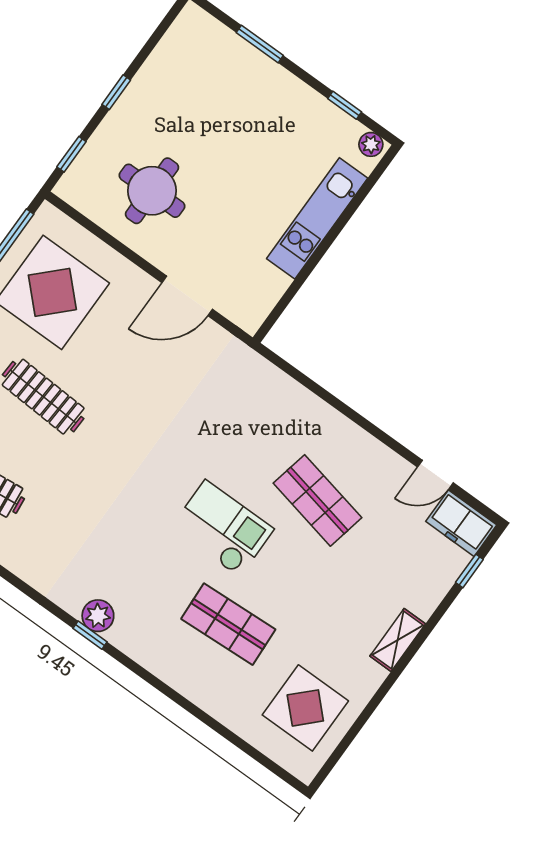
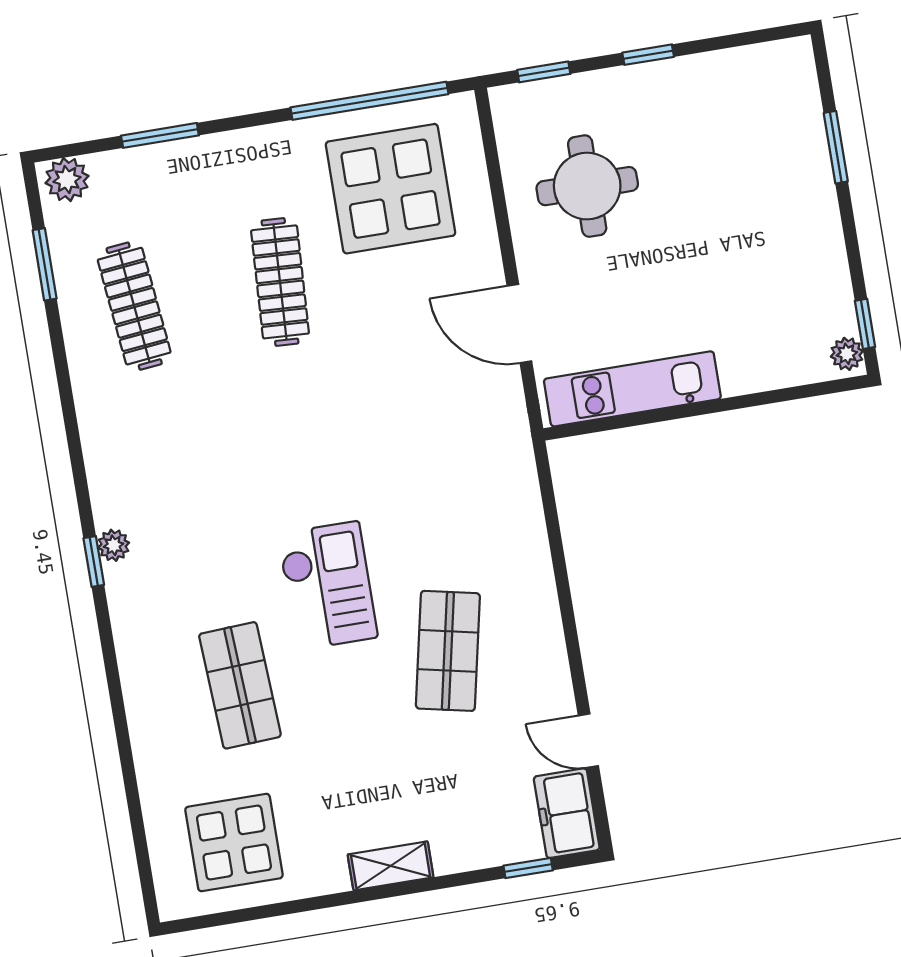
window: (345, 105) -> (865, 324), moved
kitchen unit: (317, 218) -> (632, 389), moved
plant: (98, 616) -> (114, 545), width x0.73, depth x0.73

